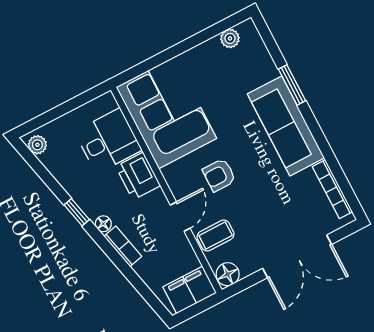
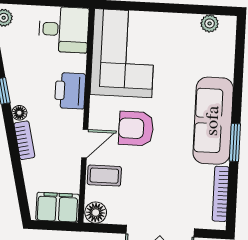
window: (292, 85) -> (235, 143), moved
desk: (108, 141) -> (64, 29), moved
armchair: (219, 175) -> (136, 128), width x1.38, depth x1.38

